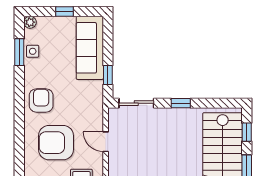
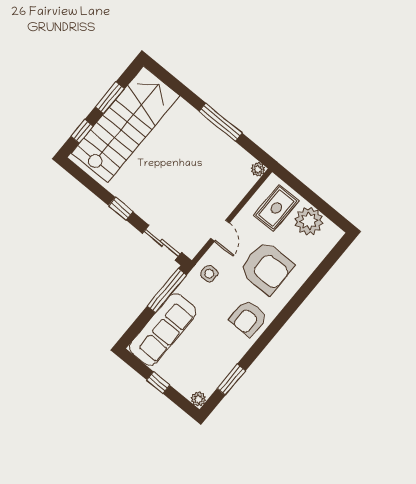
side table: (33, 51) -> (209, 274), moved
window: (108, 75) -> (167, 291), width x2.17

